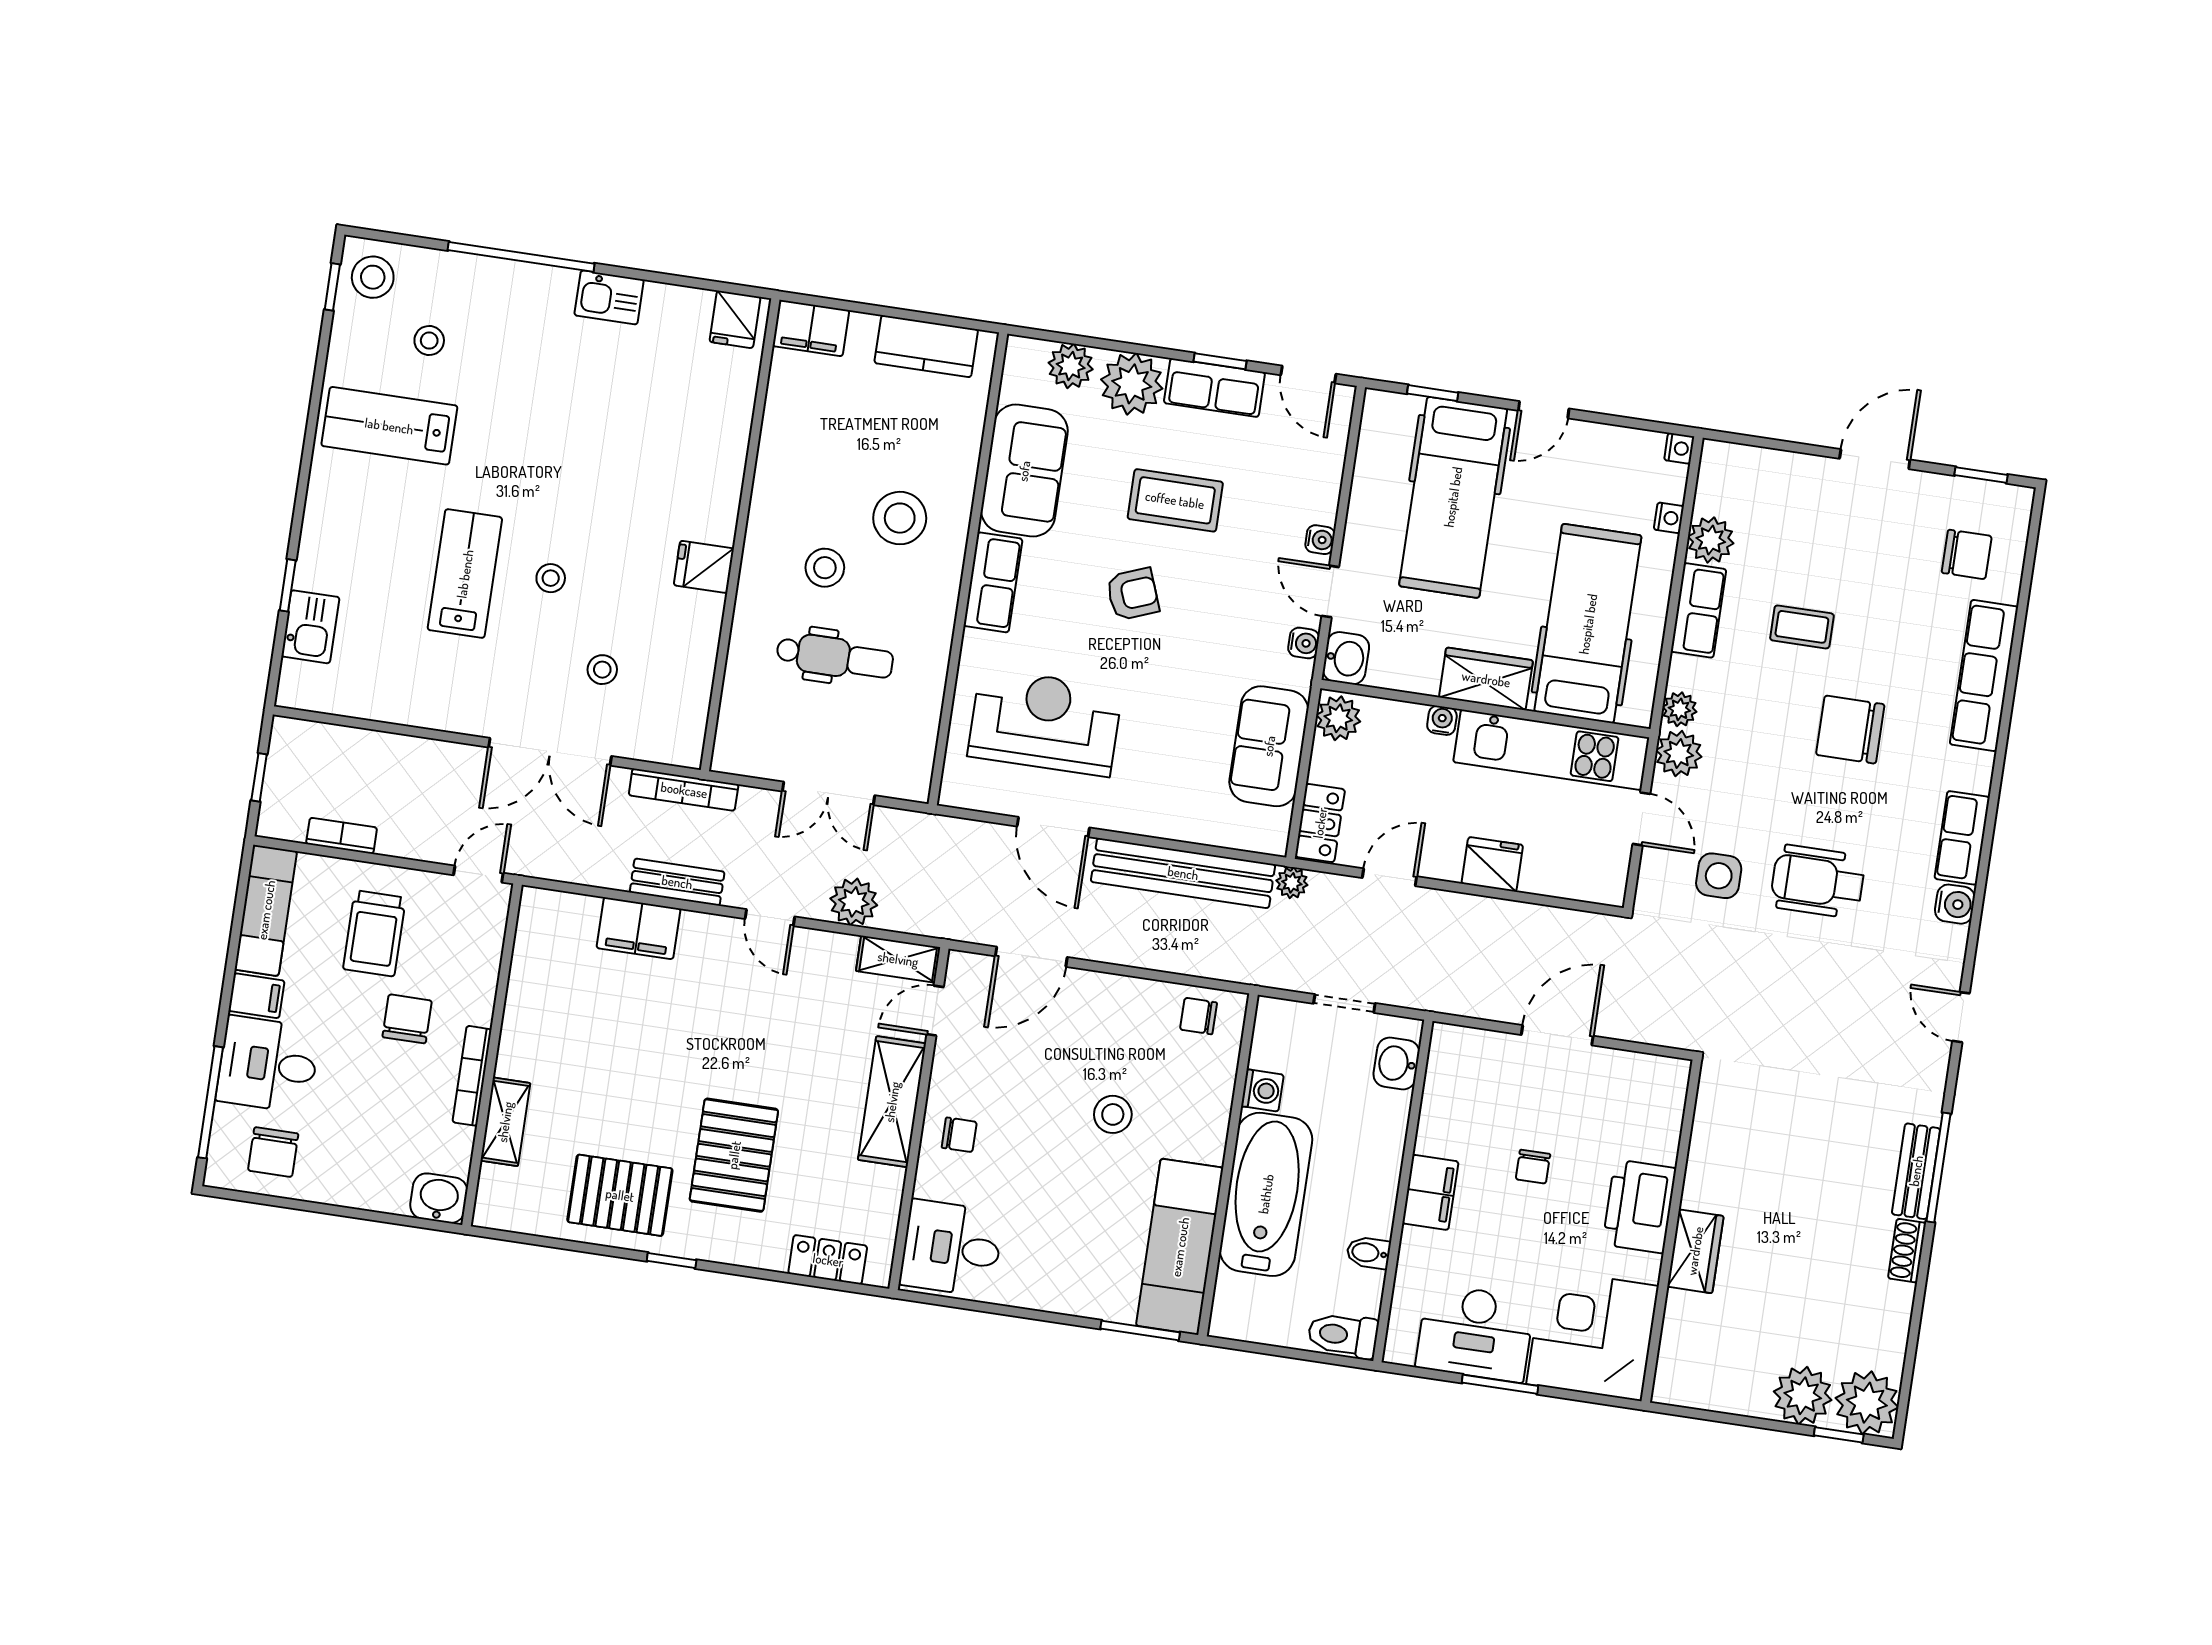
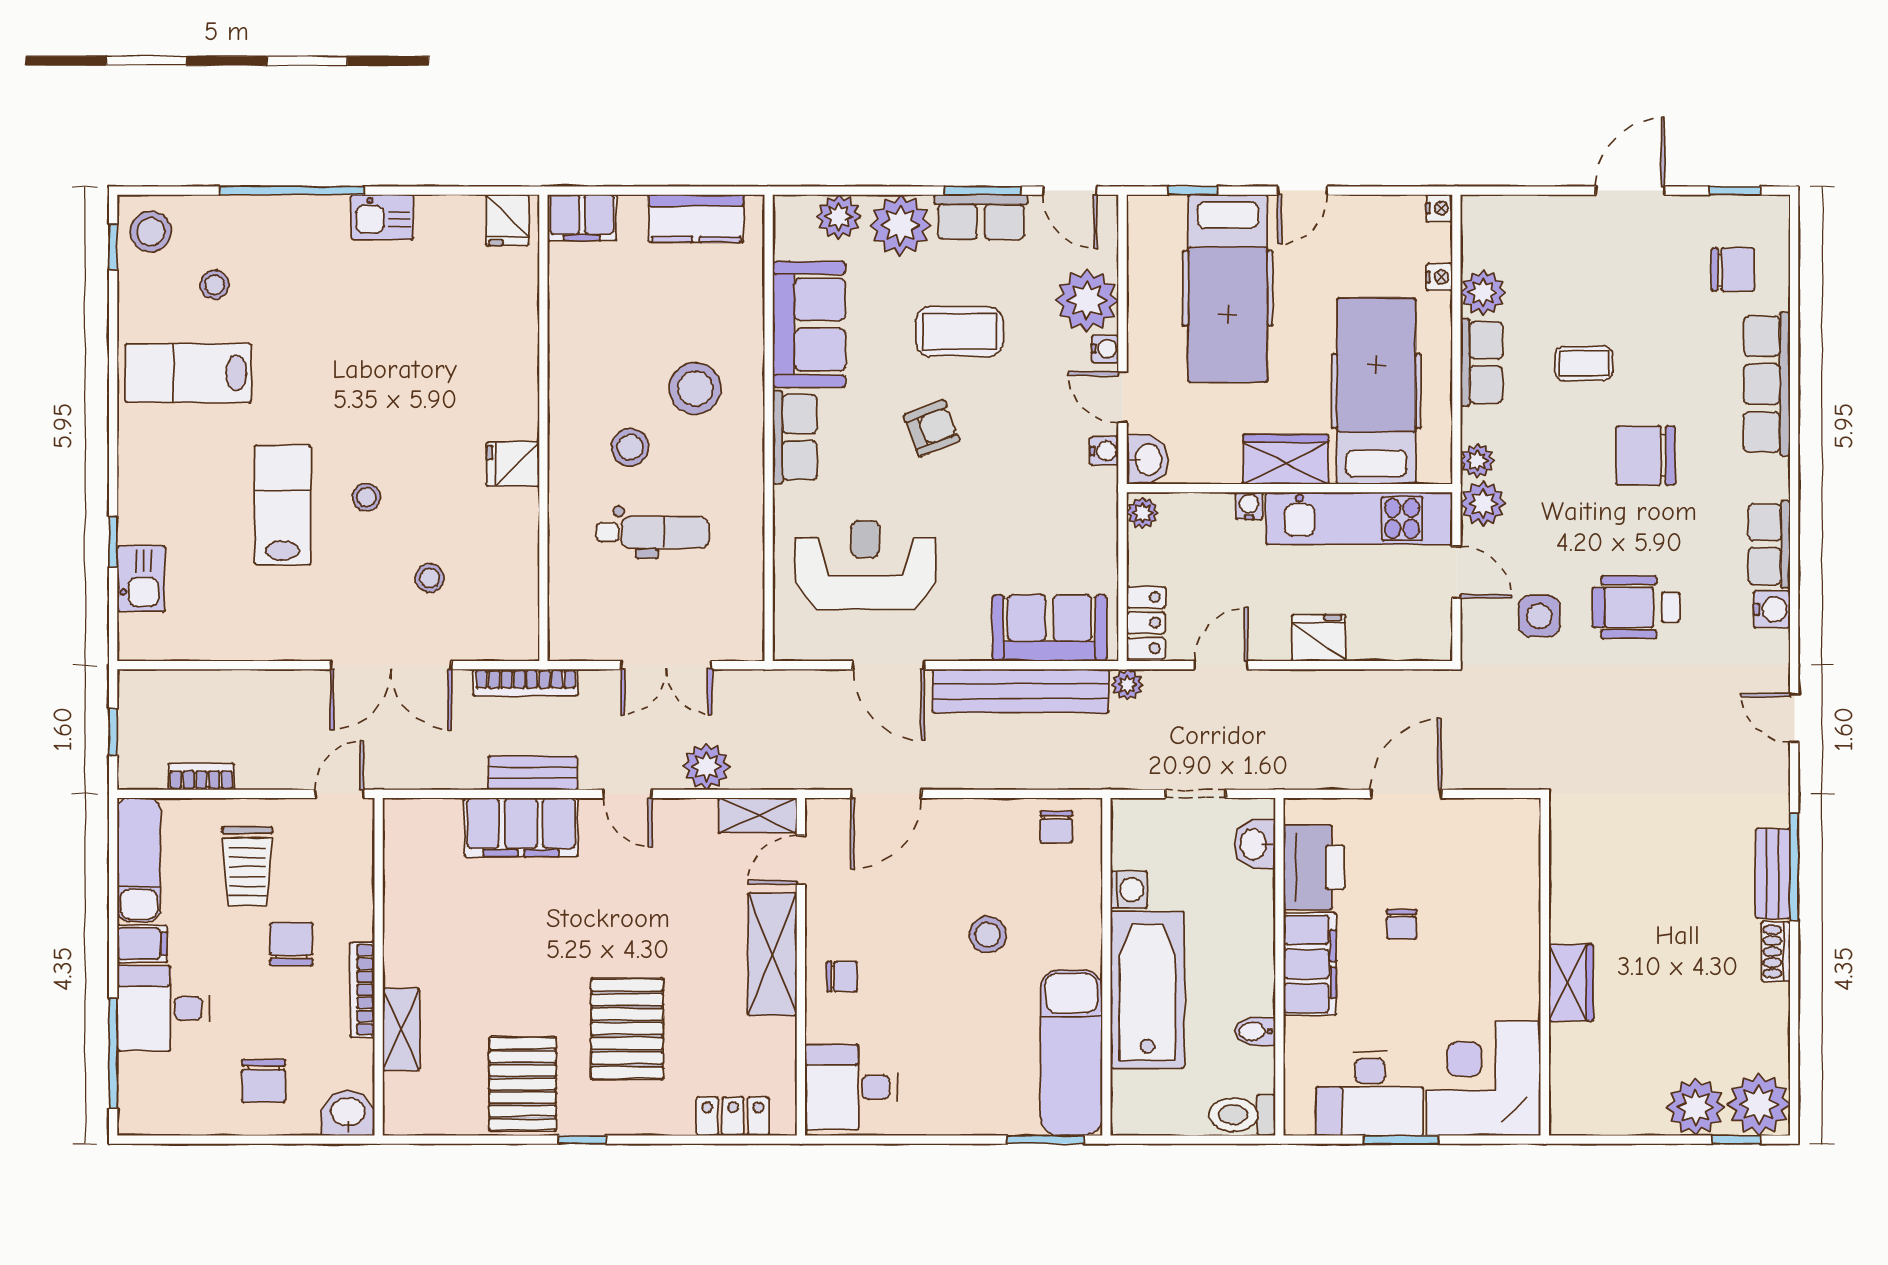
window: (1220, 361) -> (983, 191), width x1.50
plant: (1309, 488) -> (1087, 300), added
plant: (1338, 718) -> (1142, 513), width x0.73, depth x0.73
sofa: (1269, 746) -> (1049, 628), moved, turned 90
filing cabinet: (638, 928) -> (521, 827), width x1.50, depth x1.17
chair: (1198, 1016) -> (1056, 827), turned -90
chair: (273, 1152) -> (264, 1081), moved
filing cabinet: (1430, 1192) -> (1310, 964), width x1.50, depth x1.17
pallet: (620, 1195) -> (523, 1084), turned 90
printer: (1639, 1206) -> (1314, 867), moved, turned 180

